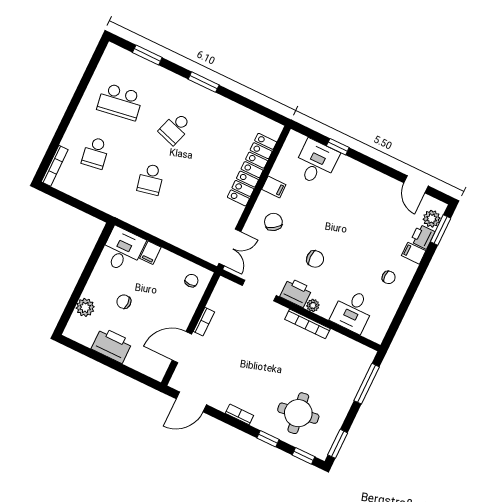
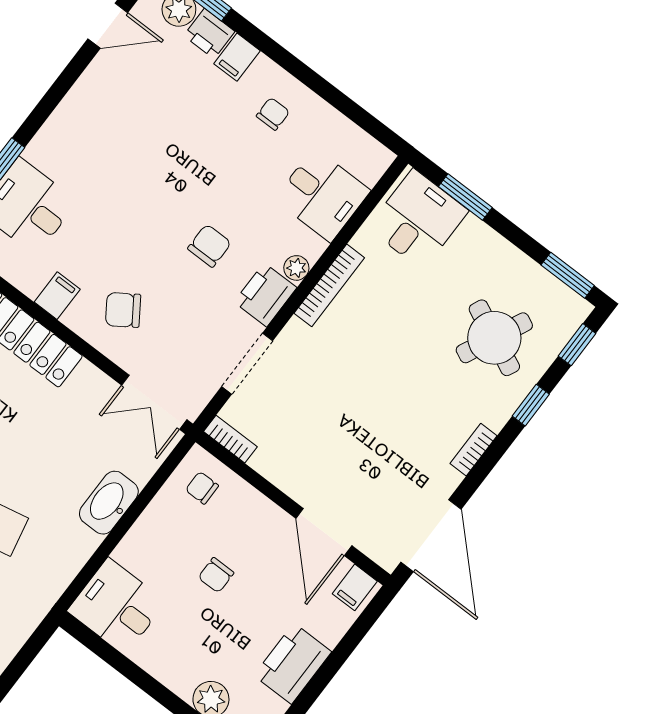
washbasin: (174, 235) -> (109, 503), added
double door: (230, 247) -> (154, 402), swing flipped
filing cabinet: (150, 253) -> (355, 587), moved, turned 90
chair: (124, 302) -> (216, 575), moved
bookcase: (204, 322) -> (230, 439), moved
desk: (350, 362) -> (418, 219), added
window: (367, 384) -> (465, 197), width x0.69
door: (191, 402) -> (431, 536), width x1.36
round table: (298, 413) -> (494, 338), turned 33

